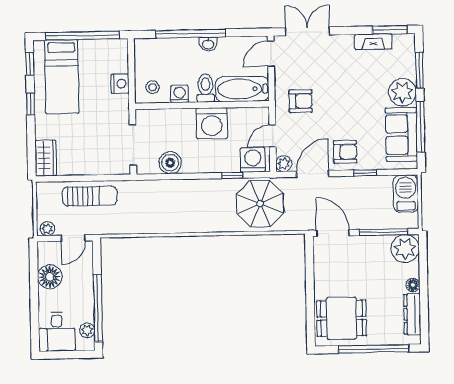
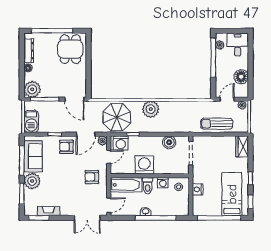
plant: (203, 219) -> (151, 109), added
dining table: (342, 318) -> (70, 49), turned 90

